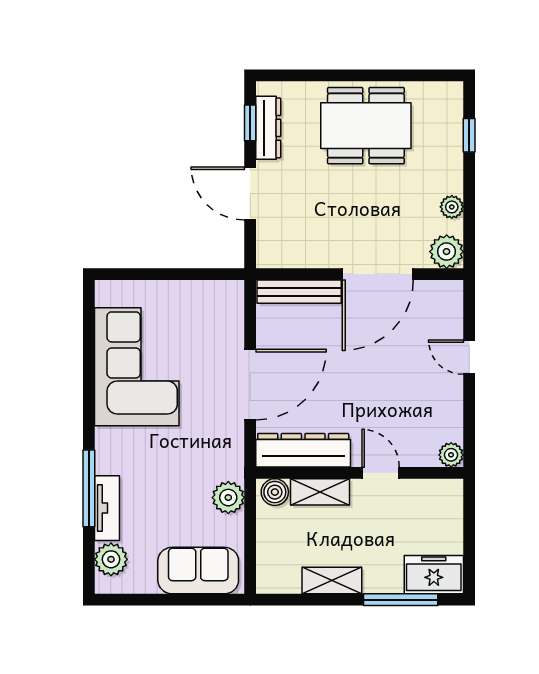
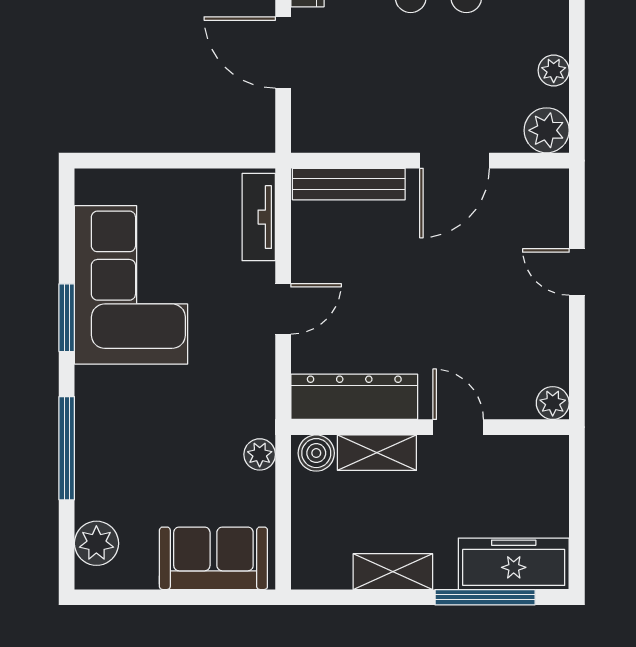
door: (378, 274) -> (455, 161), width x0.73
door: (250, 385) -> (283, 309), width x0.53
window: (89, 391) -> (67, 318), added
plant: (228, 498) -> (260, 454), width x0.73, depth x0.73
tv unit: (107, 508) -> (259, 217), moved, turned 180
freezer: (434, 575) -> (514, 564), width x1.40

